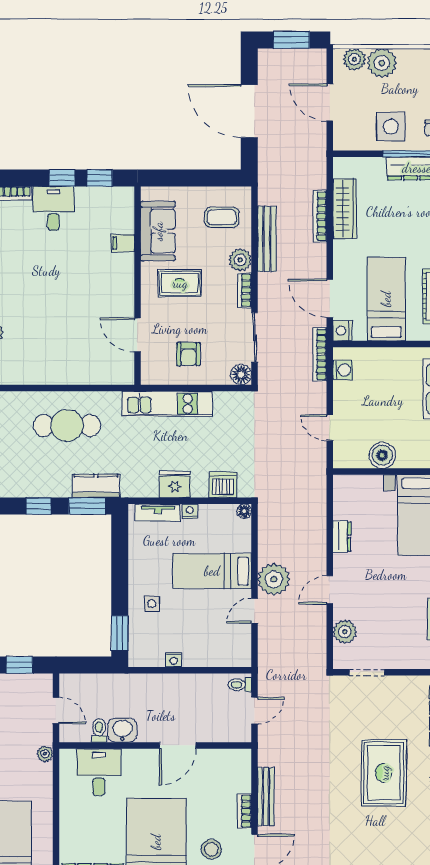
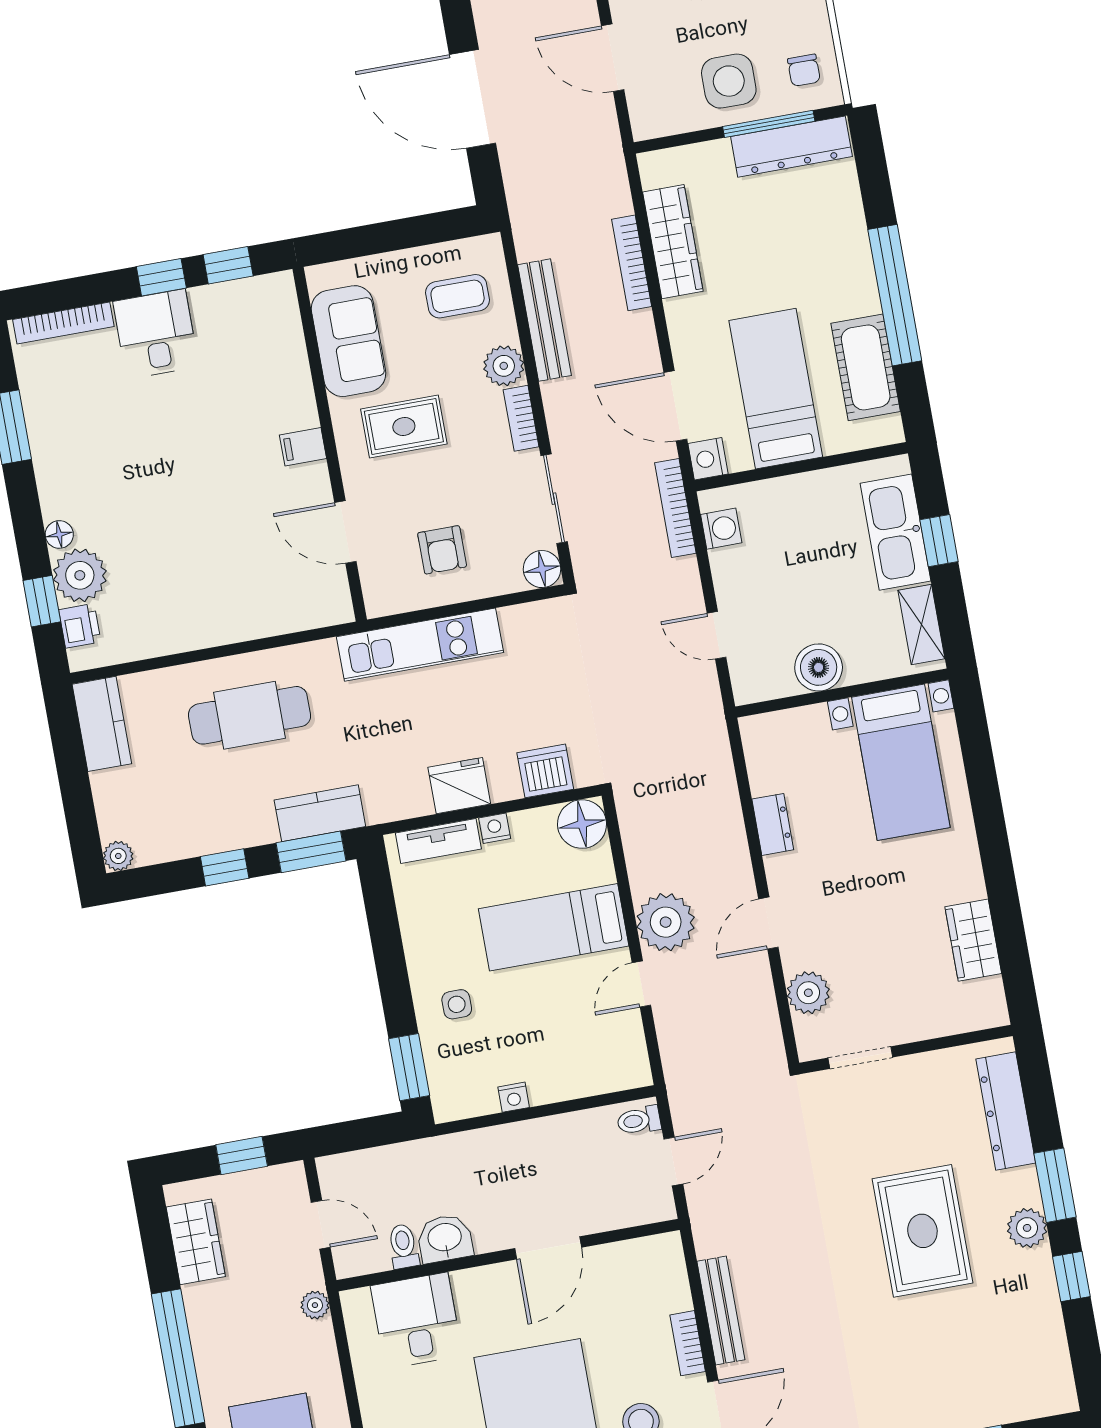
filing cabinet: (123, 243) -> (303, 447), moved
floor lamp: (244, 511) -> (582, 824), width x1.89, depth x1.89

